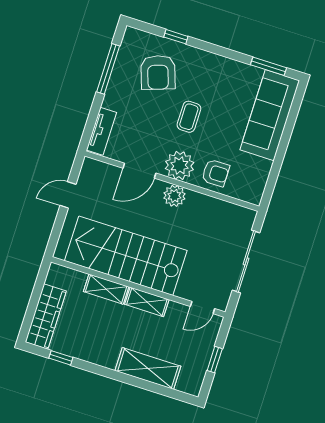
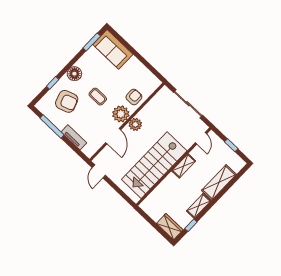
floor lamp: (207, 64) -> (74, 74), added
sofa: (270, 115) -> (113, 49), width x0.73
tv unit: (101, 131) -> (74, 137), moved
door: (68, 195) -> (99, 171), moved
shelving: (106, 289) -> (199, 206), moved
wardrobe: (46, 317) -> (170, 227), width x0.67

